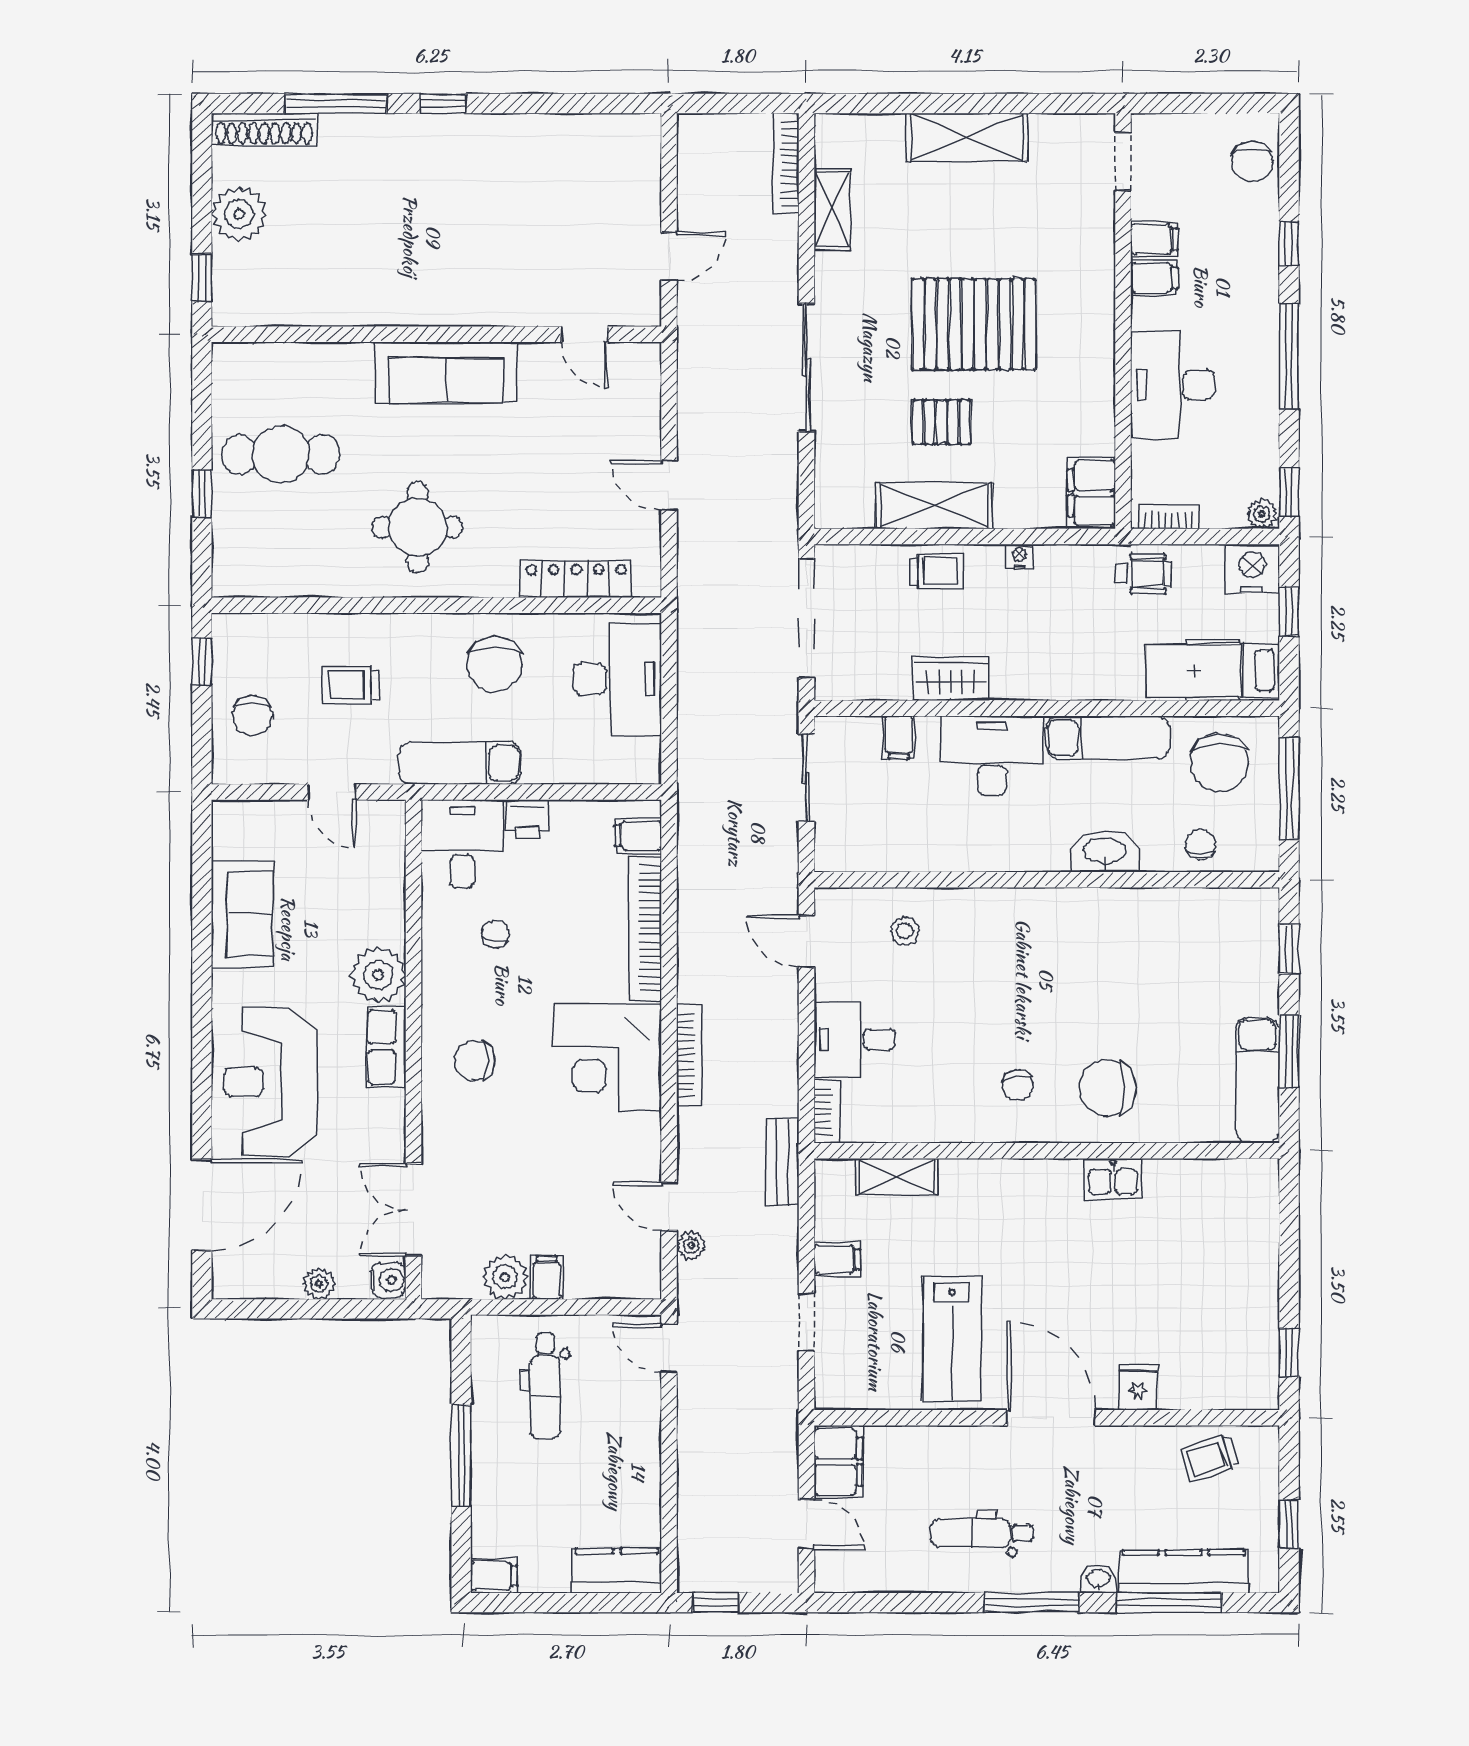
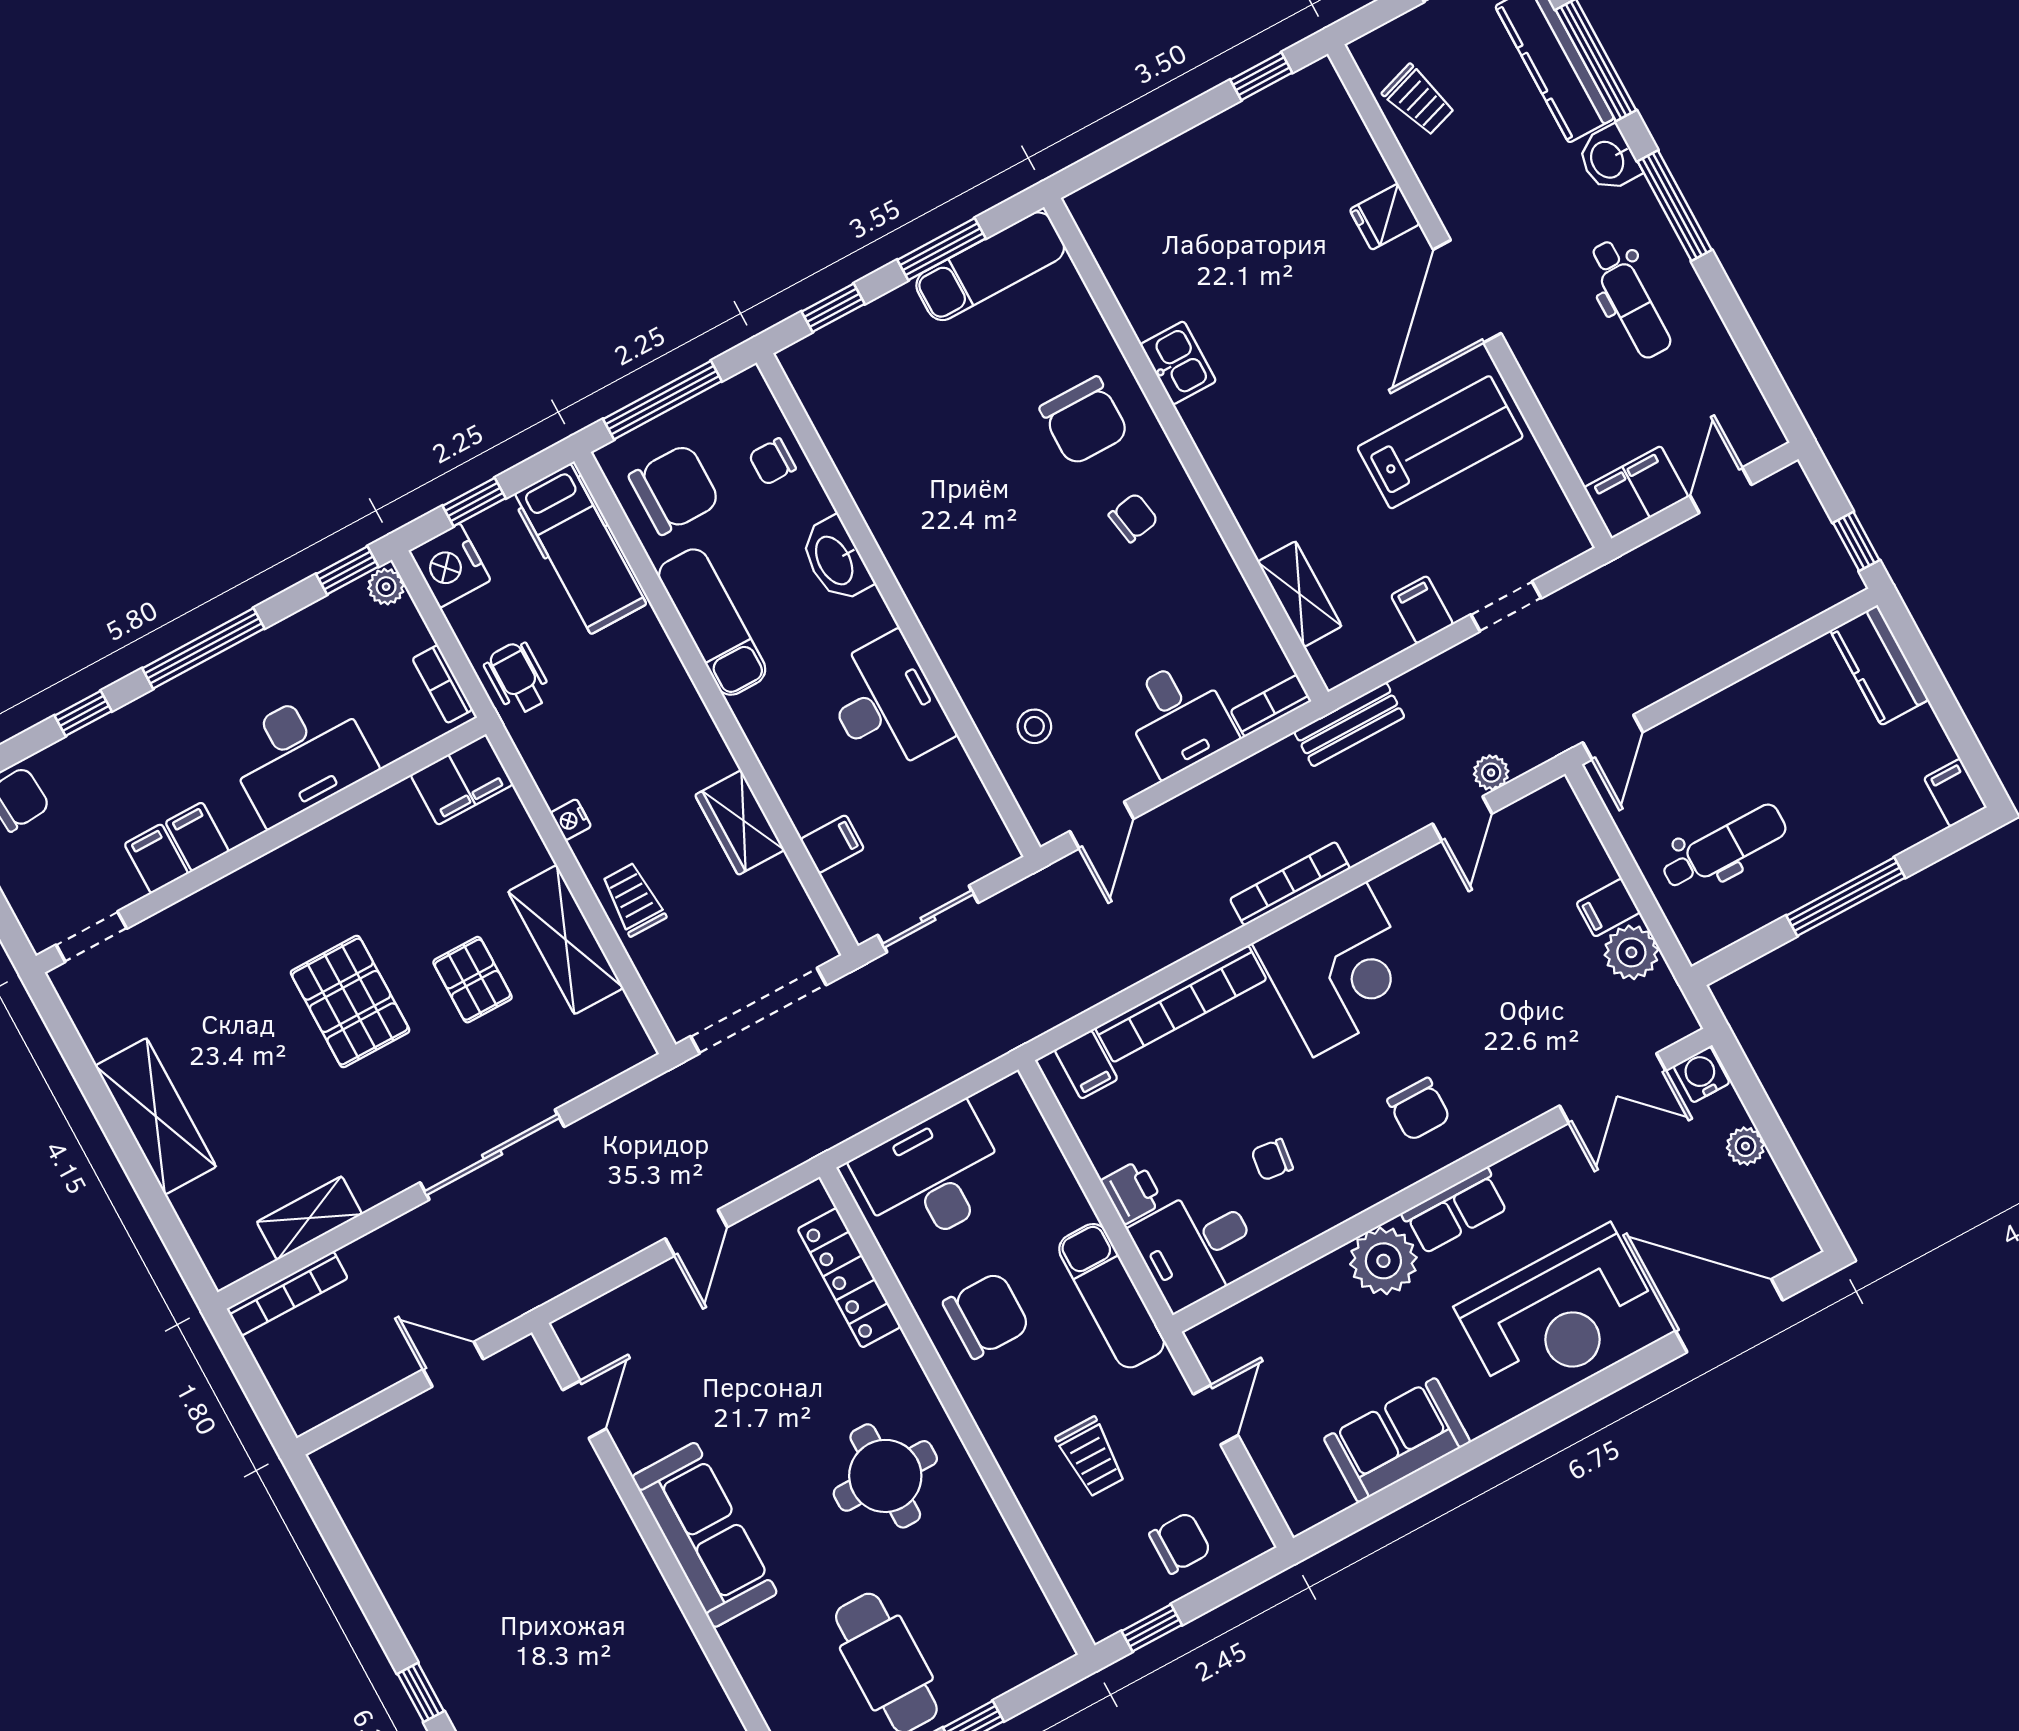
pallet: (974, 324) -> (350, 1002), width x0.73, depth x0.71
desk: (992, 756) -> (886, 704), moved, turned 180
washbasin: (1099, 1579) -> (1608, 159), width x1.38, depth x1.45

